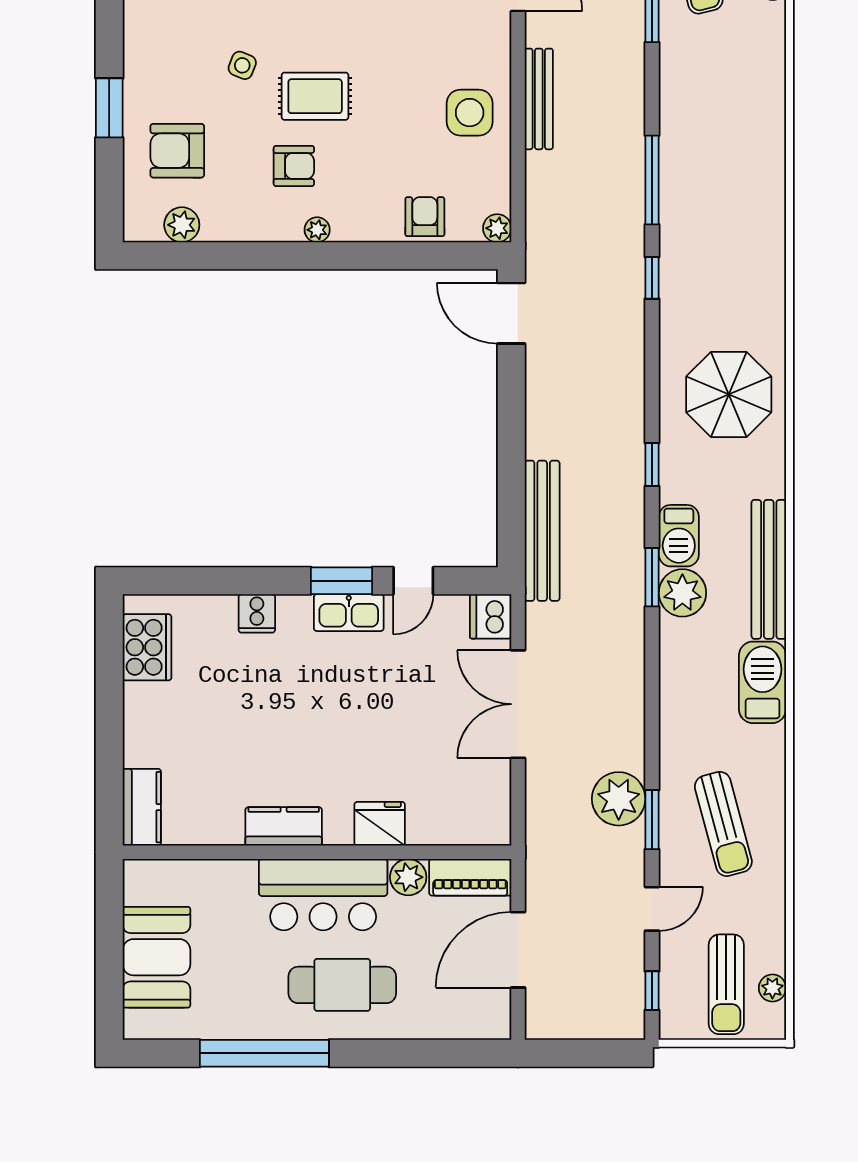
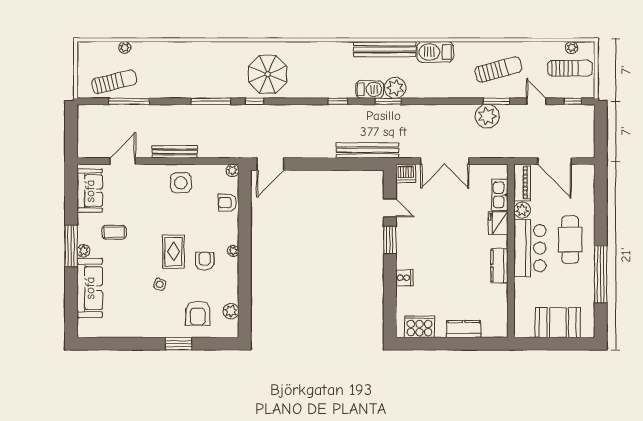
parasol: (729, 394) -> (268, 74), moved
kitchen sink: (349, 613) -> (500, 195), moved, turned 180
kitchen counter: (142, 807) -> (464, 329), moved

